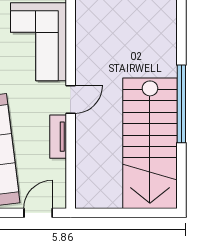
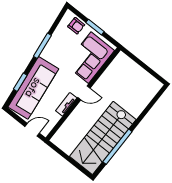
window: (181, 104) -> (117, 147), moved

